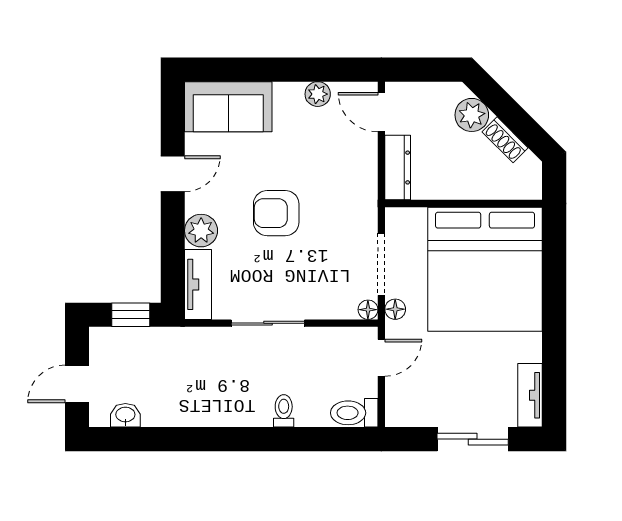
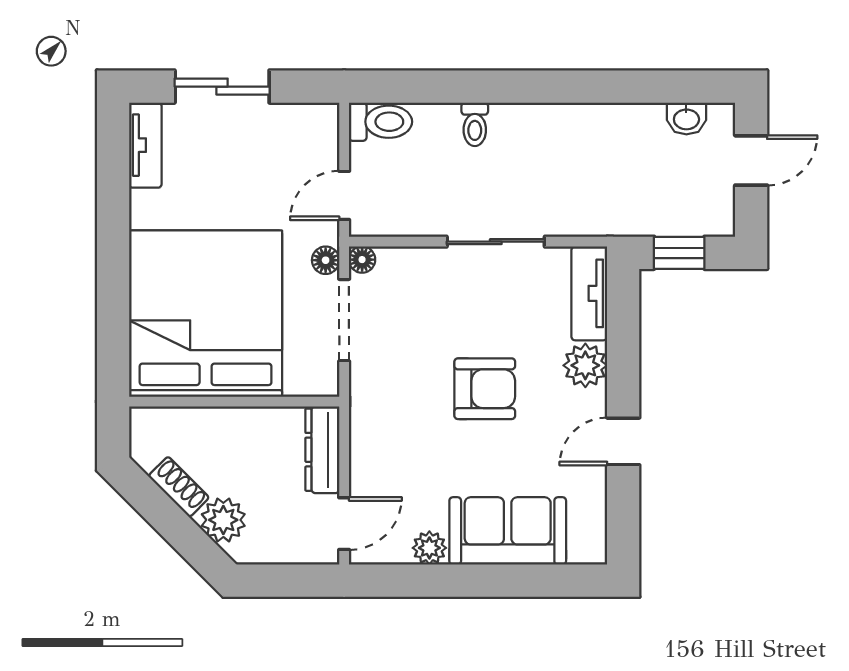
sofa: (228, 107) -> (508, 531), moved
door: (381, 112) -> (344, 524), hinge flipped

